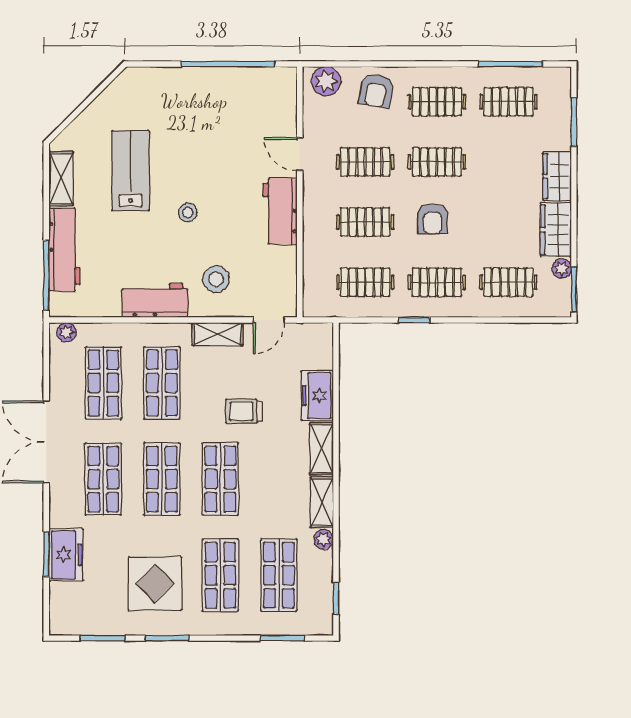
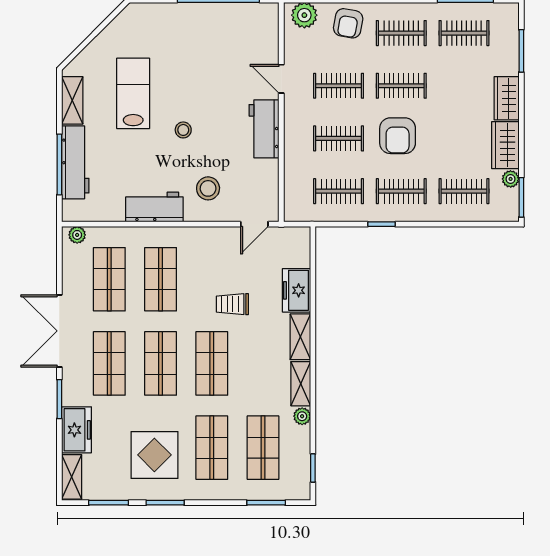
armchair: (433, 219) -> (398, 136), width x1.38, depth x1.38
window: (46, 275) -> (59, 164), moved
shelving: (218, 334) -> (72, 477), moved, turned 90
window: (46, 554) -> (59, 399), moved

